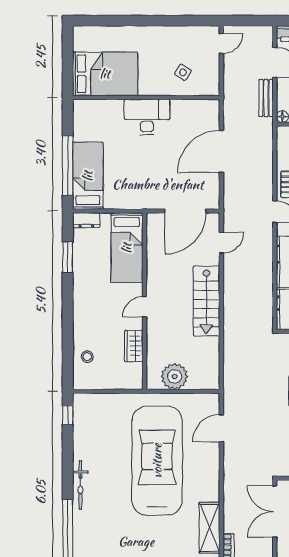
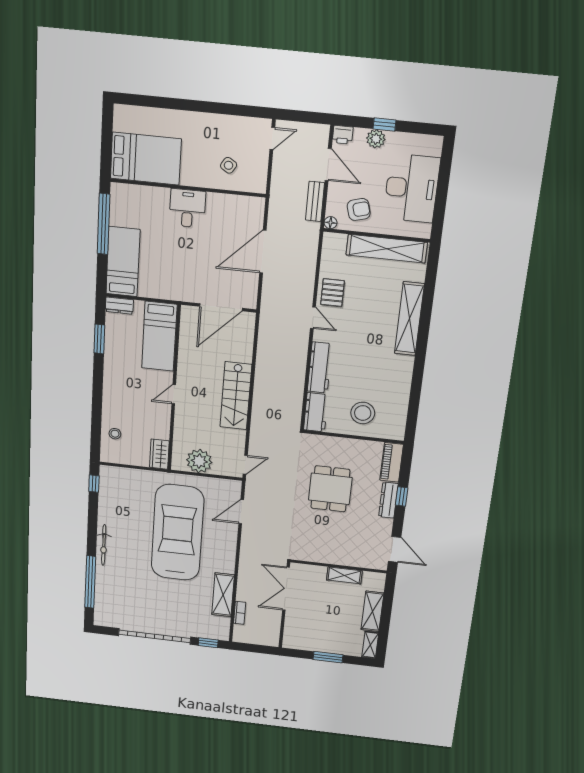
desk: (147, 117) -> (187, 208), width x0.73
window: (68, 165) -> (104, 224), moved
door: (221, 243) -> (245, 465), moved
wardrobe: (134, 346) -> (159, 454), moved

